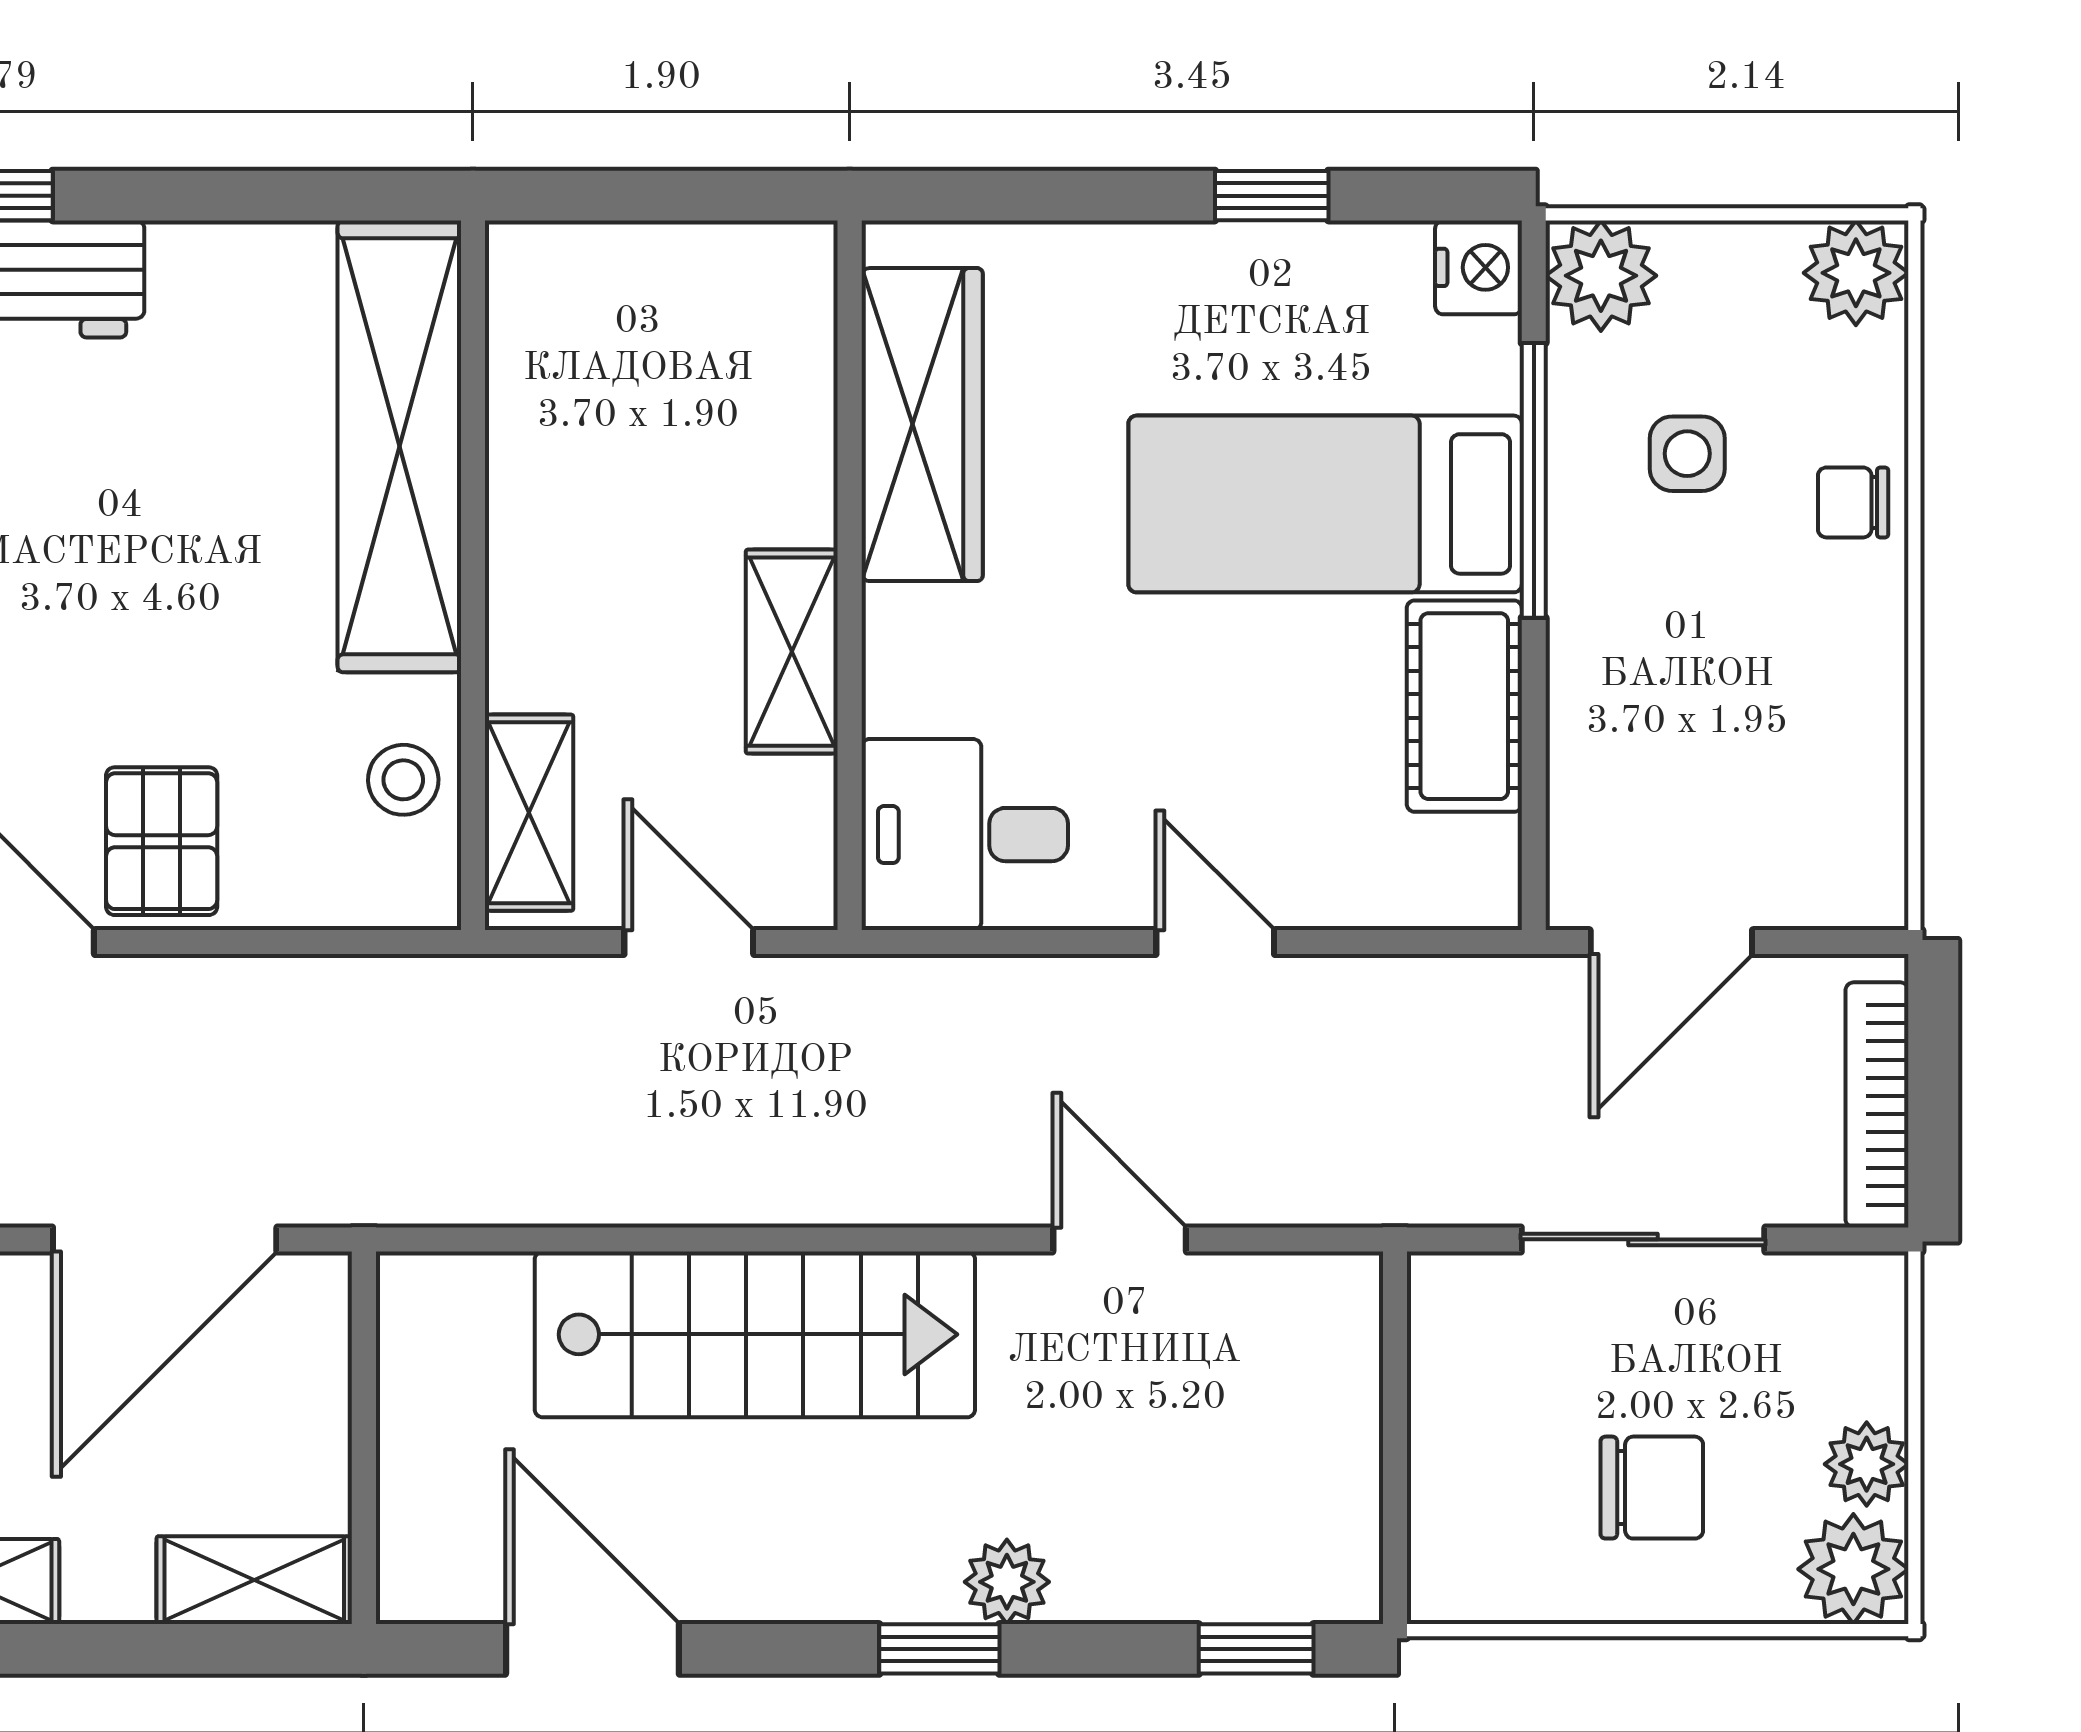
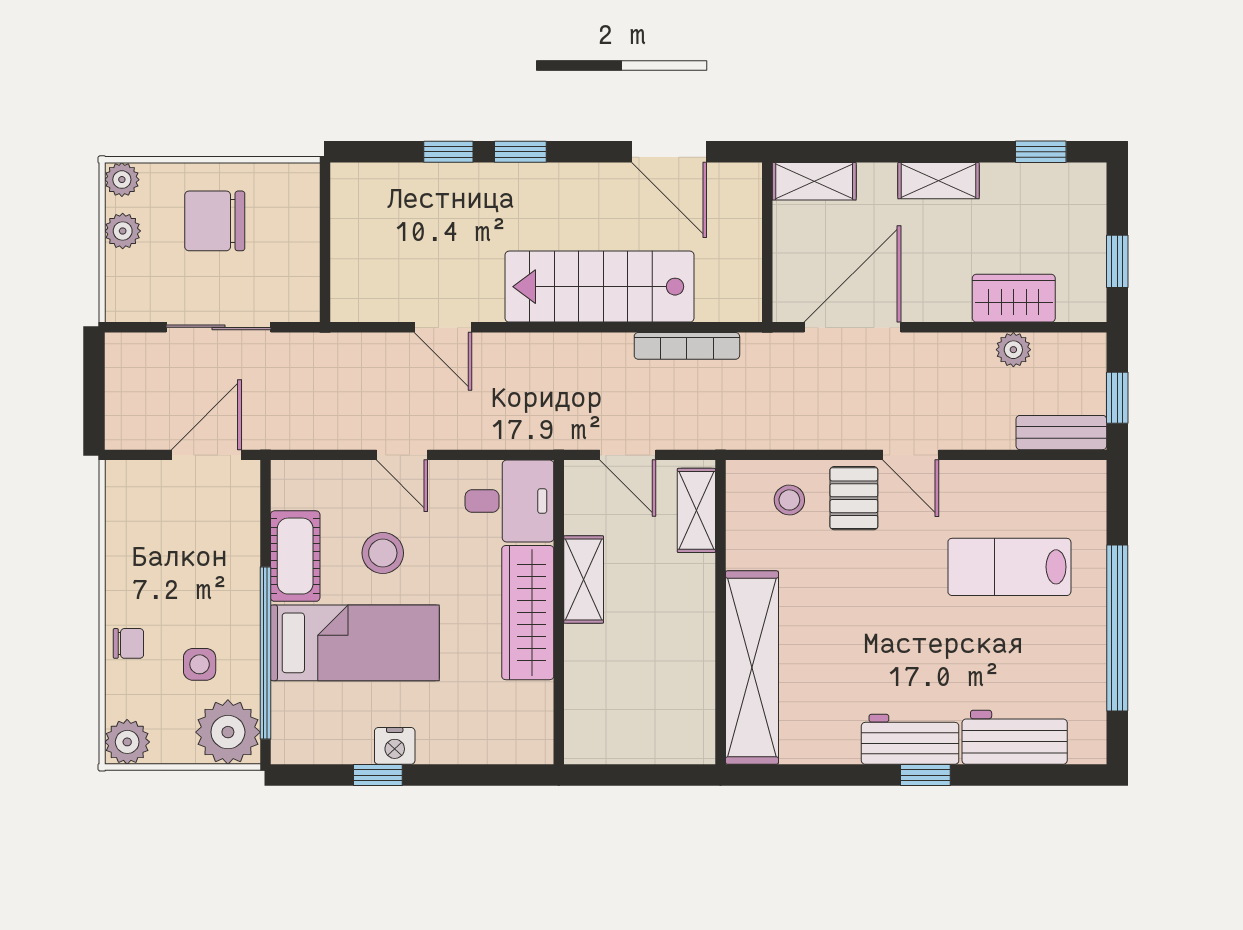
nightstand: (1479, 267) -> (395, 746), moved, turned -90
plant: (1601, 276) -> (228, 732), width x1.36, depth x1.36
wardrobe: (922, 425) -> (528, 613), moved
window: (1534, 480) -> (265, 653), width x1.46
stool: (1260, 713) -> (383, 553), added
stool: (403, 780) -> (789, 500), moved
bookcase: (1877, 1105) -> (687, 346), moved, turned 90
chair: (1652, 1488) -> (215, 221), width x1.37, depth x1.37
plant: (1853, 1569) -> (122, 180), width x0.73, depth x0.73
plant: (1007, 1582) -> (491, 181), removed
window: (1256, 1649) -> (448, 152), moved

